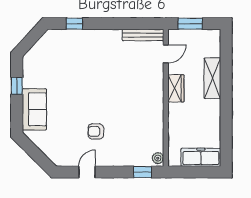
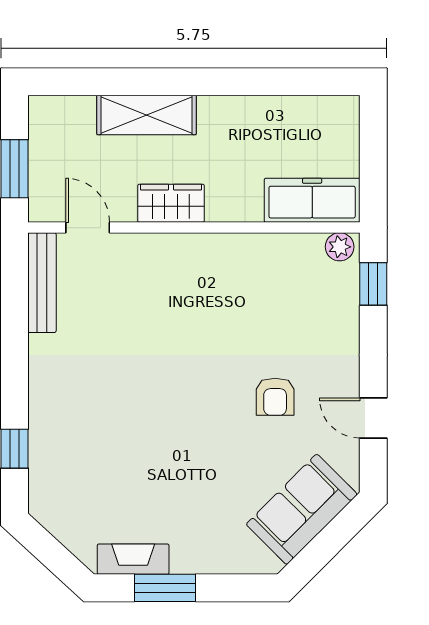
fireplace: (29, 73) -> (133, 559), added
window: (17, 86) -> (165, 588), width x1.50
sofa: (34, 109) -> (302, 509), moved, turned -45
freezer: (201, 157) -> (312, 200), moved, turned 90

